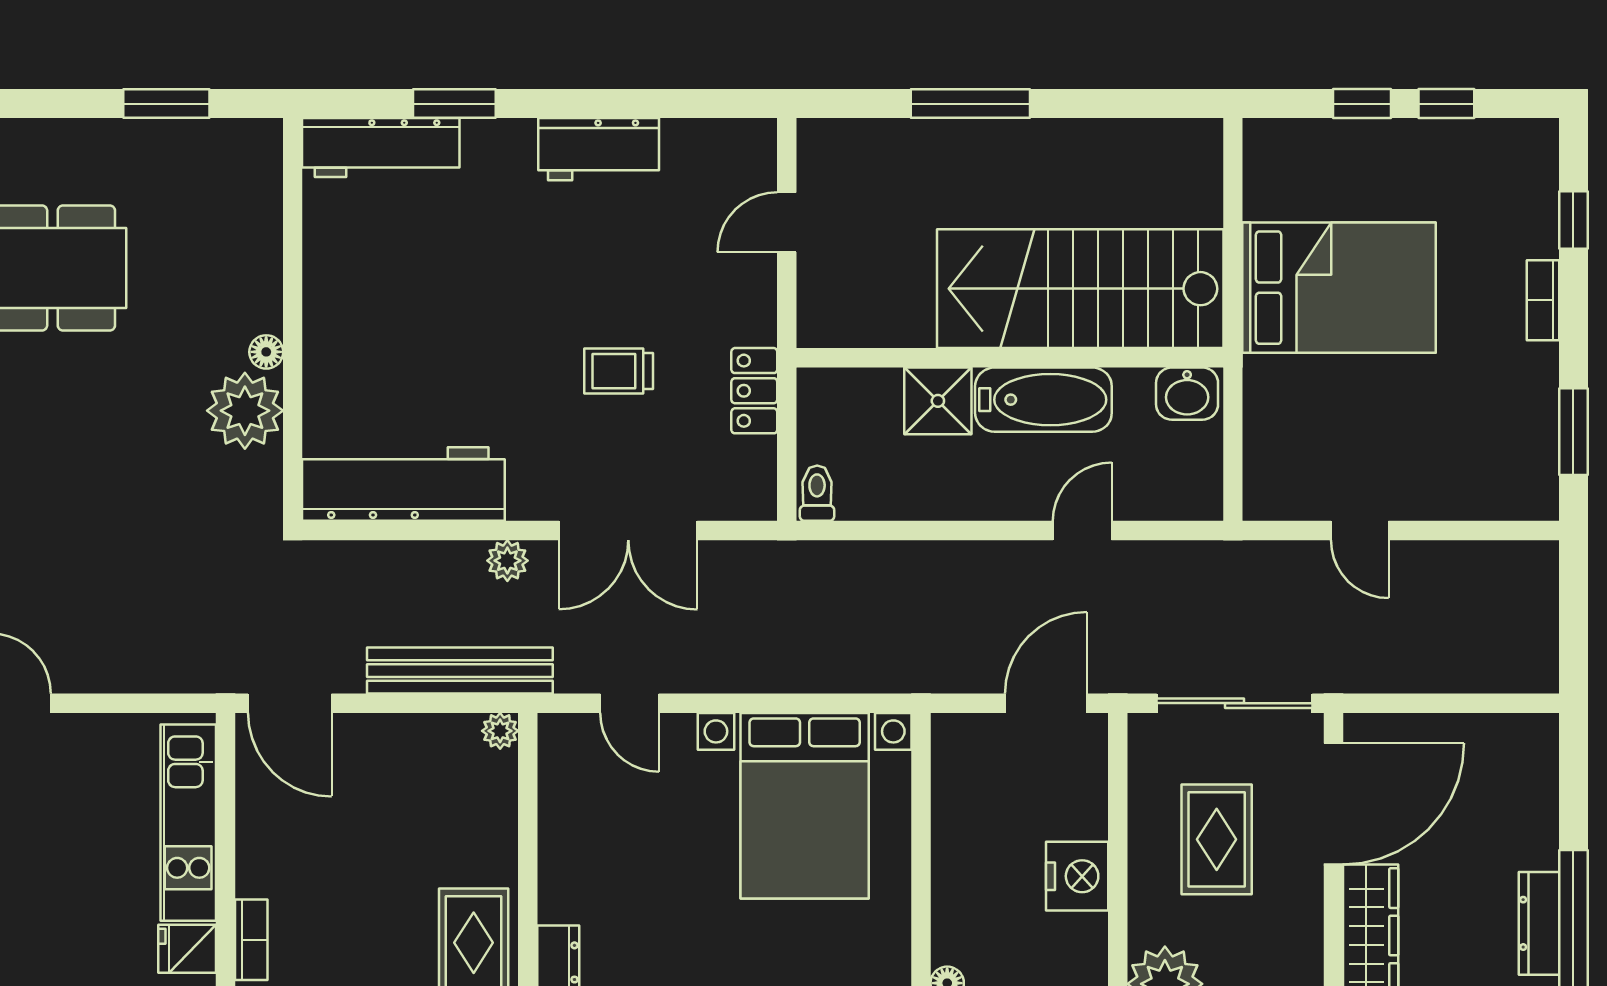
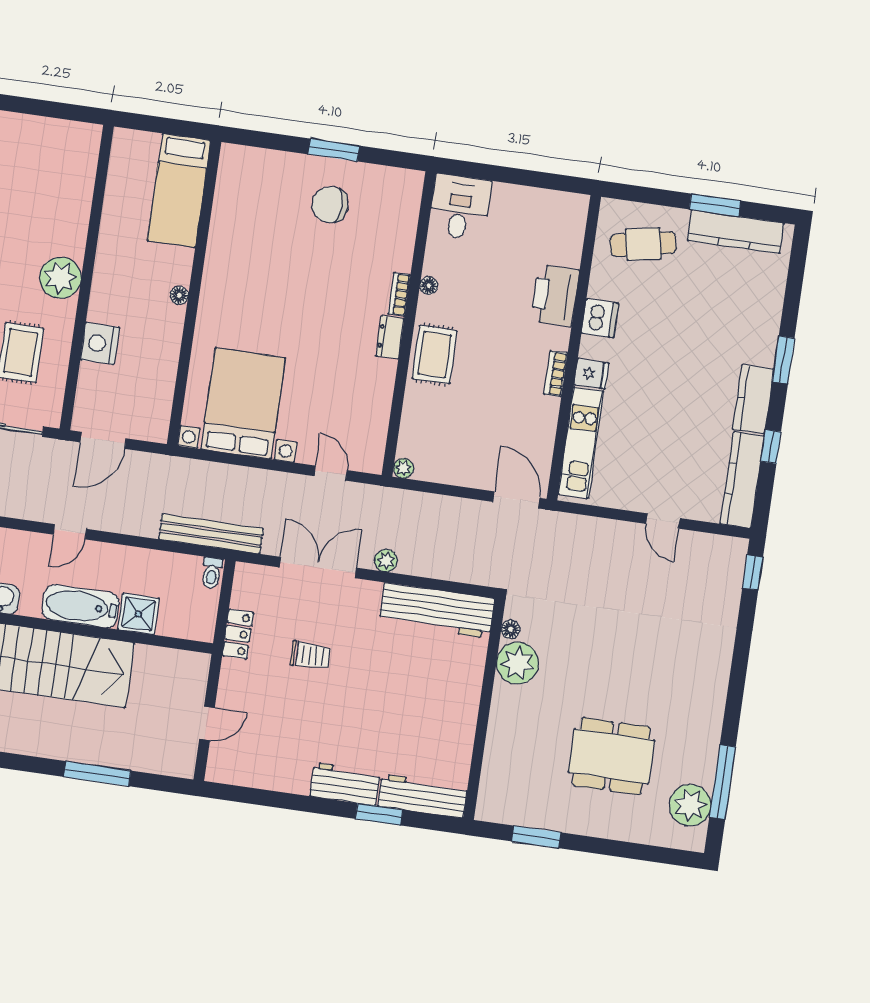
workbench: (599, 149) -> (345, 784), moved
floor lamp: (266, 352) -> (511, 629), moved
bench: (460, 671) -> (211, 534), moved

